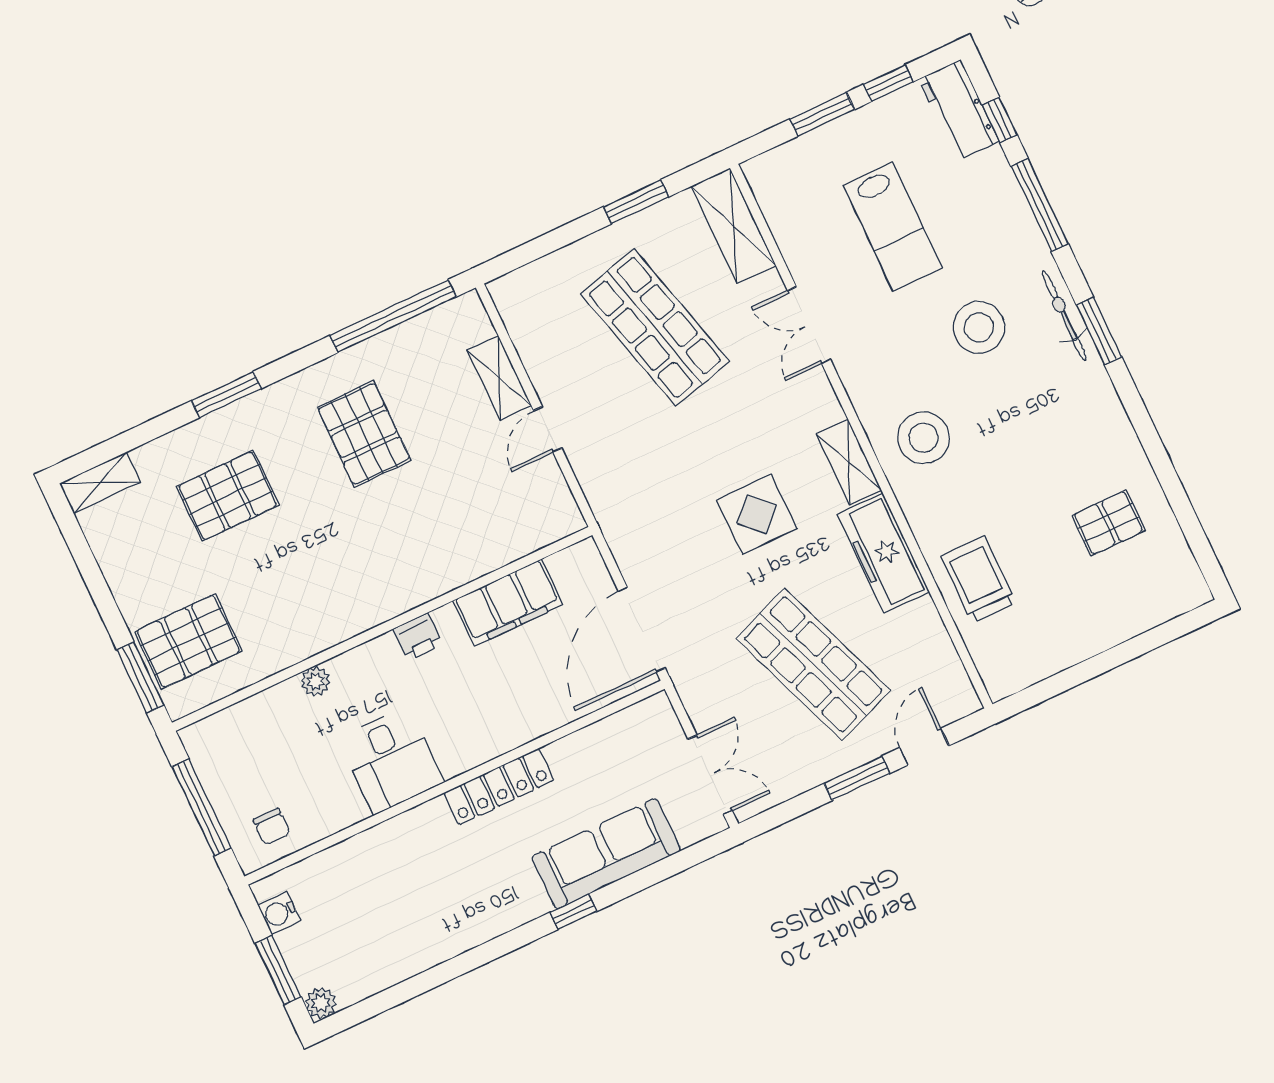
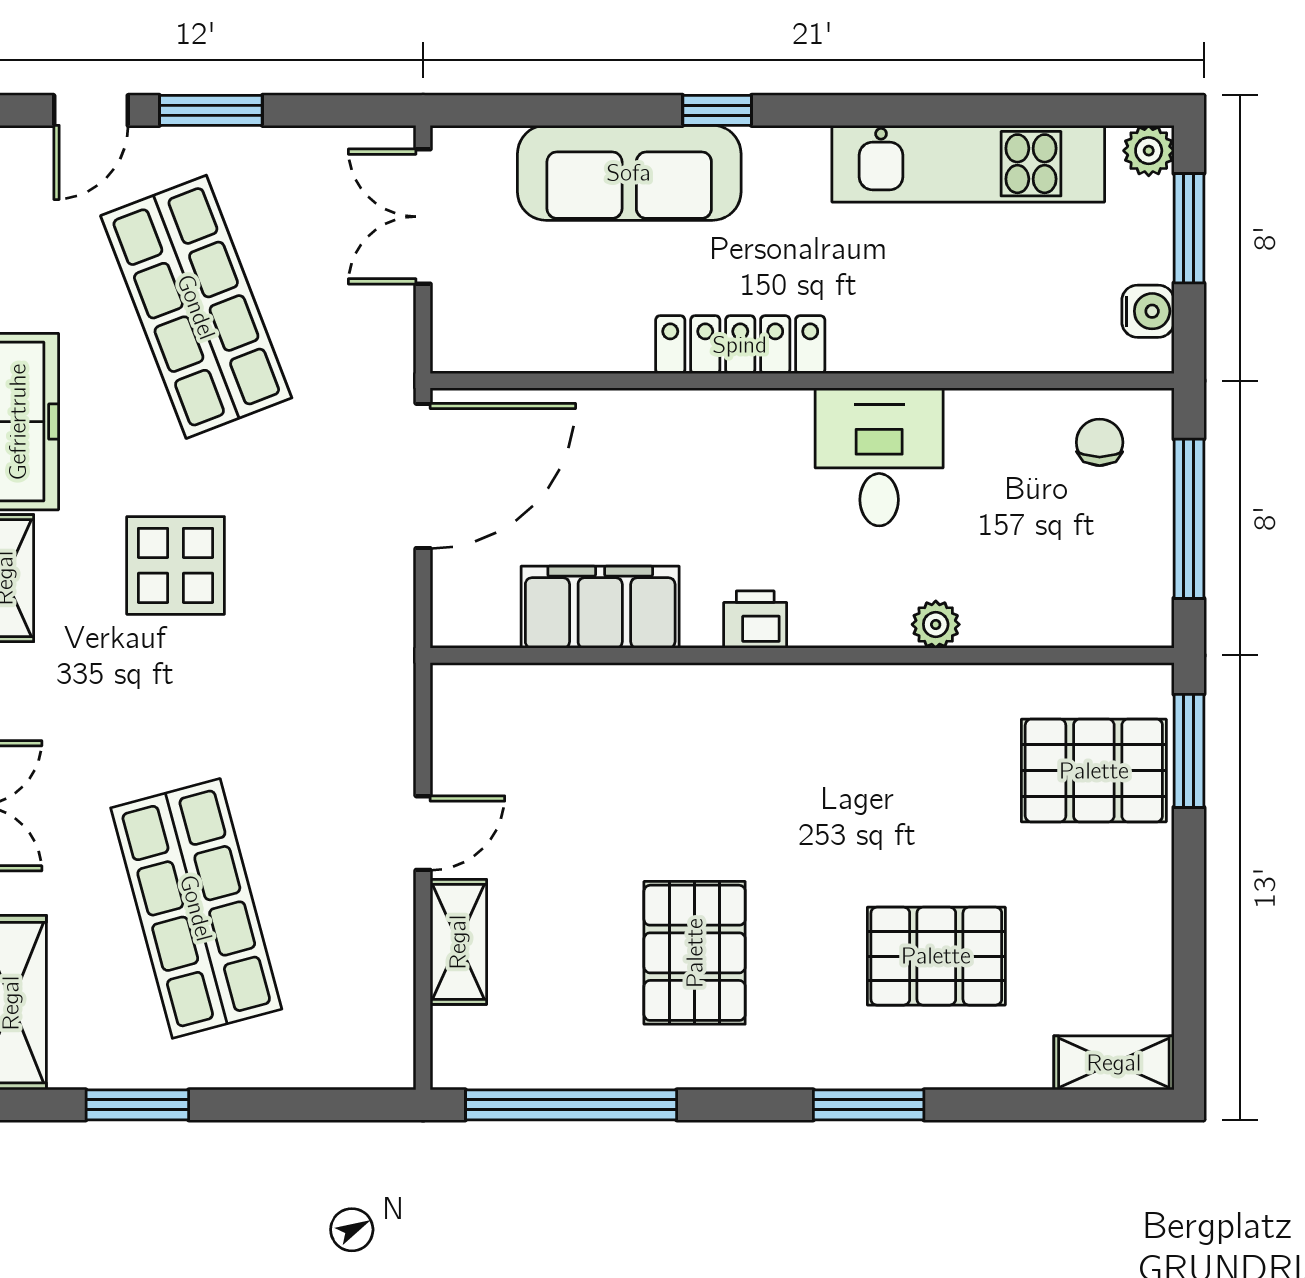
kitchen unit: (419, 948) -> (968, 164), added

